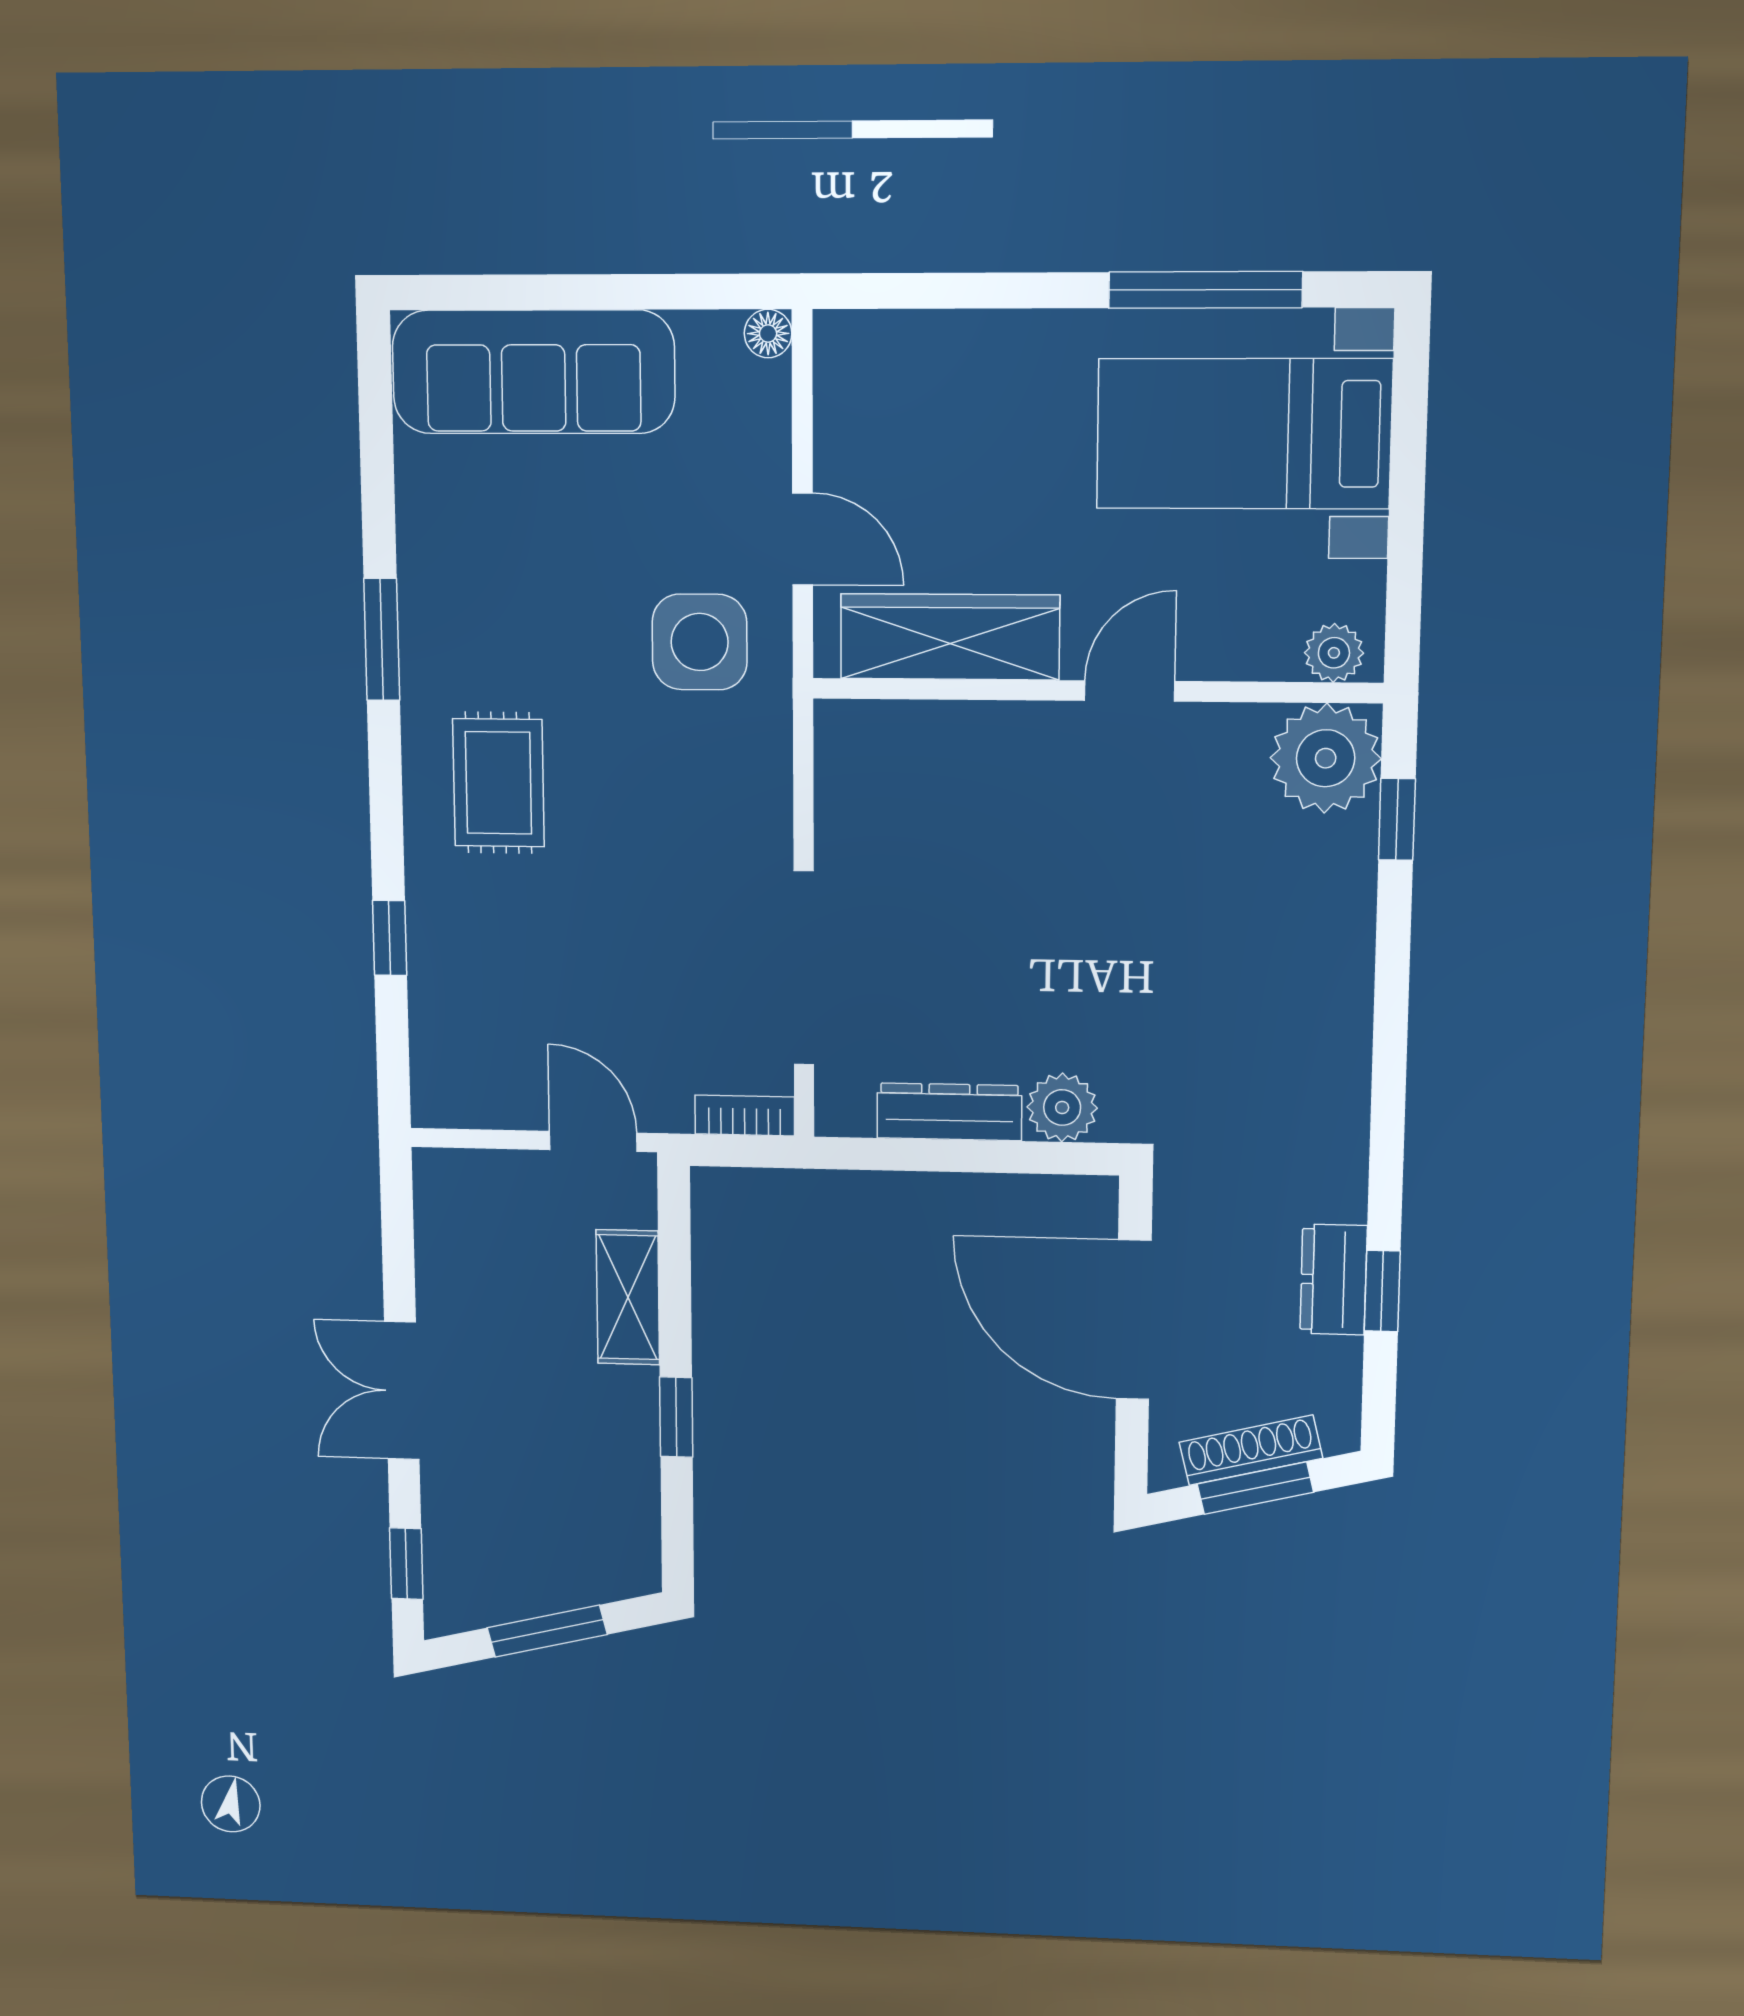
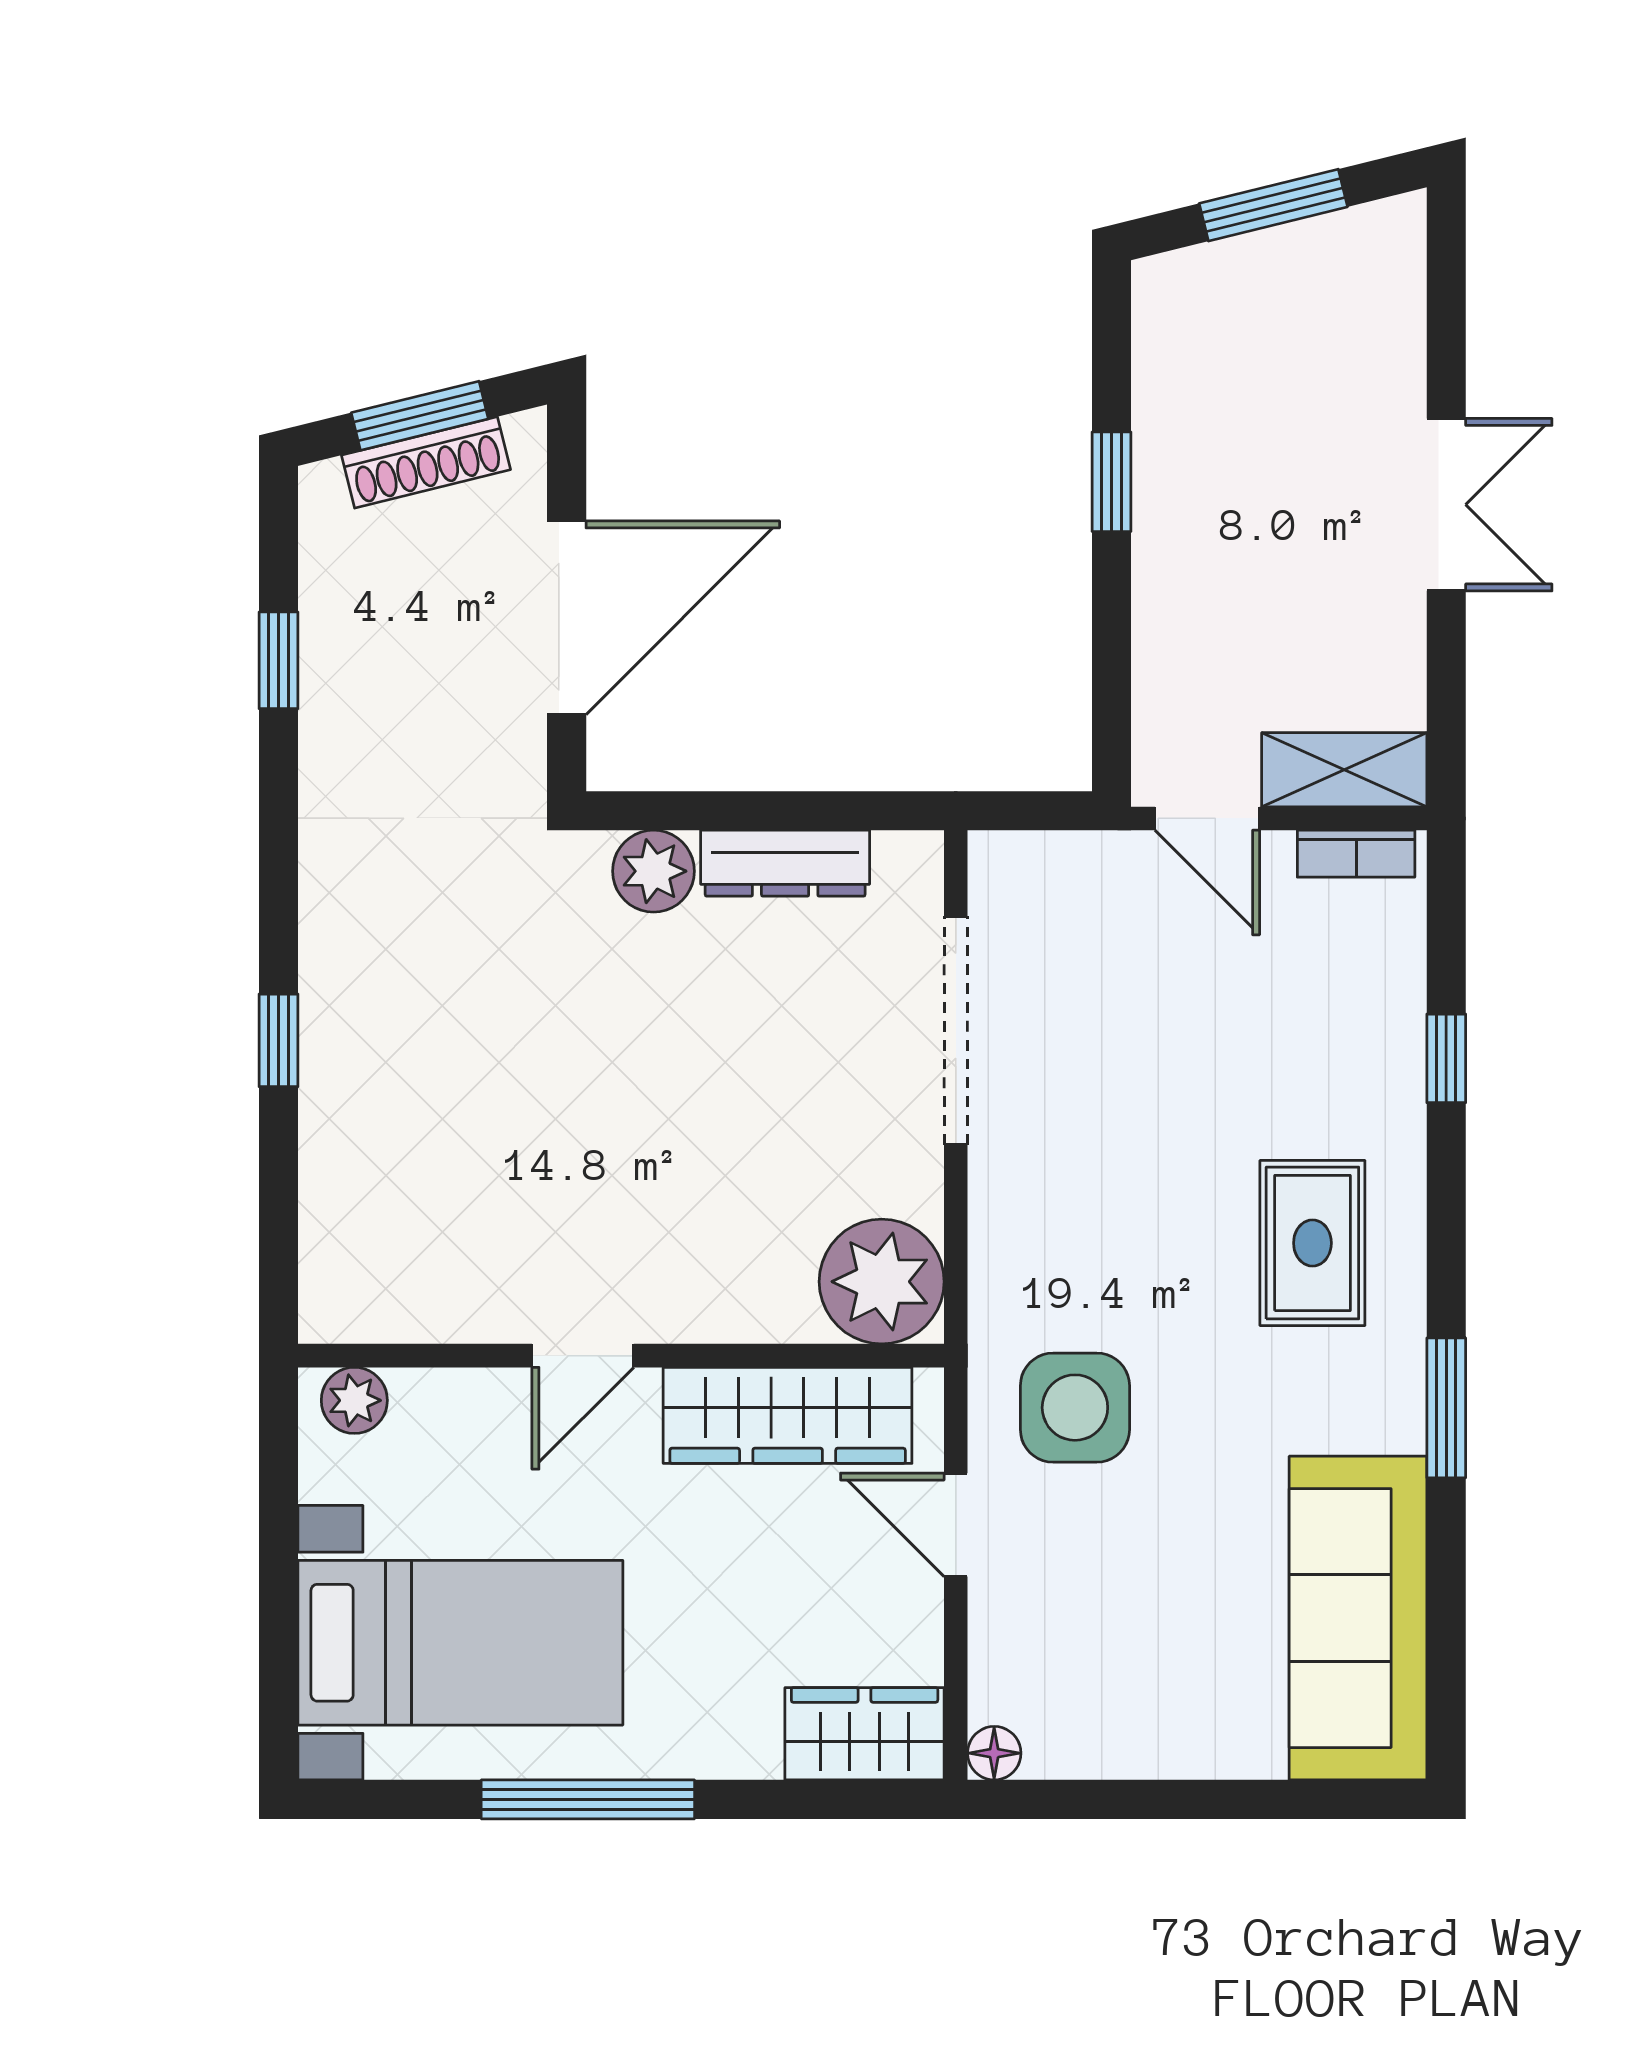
window: (1205, 290) -> (588, 1799), moved
wardrobe: (883, 351) -> (865, 1734), added
sofa: (533, 372) -> (1358, 1618), moved, turned -90
plant: (1326, 758) -> (882, 1282), moved
window: (1397, 819) -> (279, 1040), moved
bookcase: (745, 1115) -> (1356, 854), moved
dresser: (1333, 1280) -> (335, 673), removed
shelving: (628, 1297) -> (1344, 770), moved, turned 90
door: (1134, 1320) -> (567, 618), hinge flipped
window: (406, 1564) -> (1446, 285), removed

